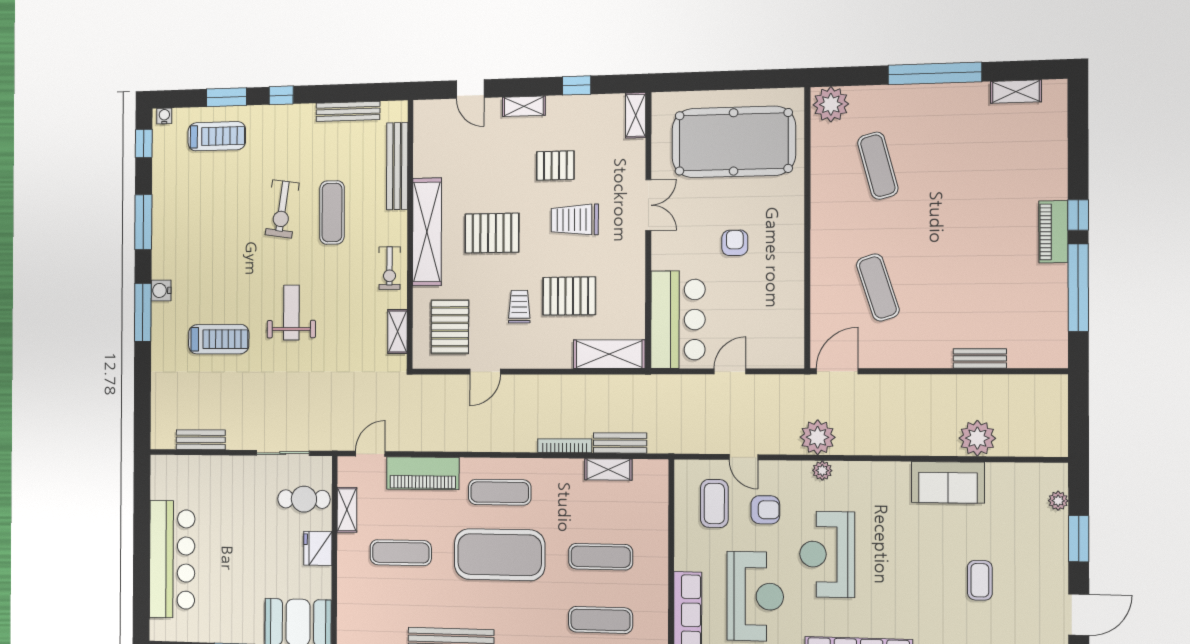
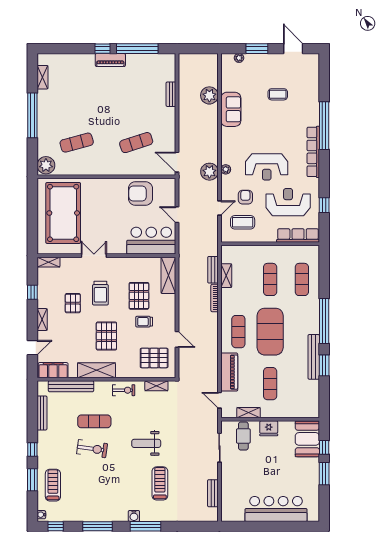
filing cabinet: (428, 130) -> (53, 370), added
shelving: (427, 232) -> (96, 370), width x0.68
armchair: (735, 243) -> (140, 193), moved, width x1.88, depth x1.88

